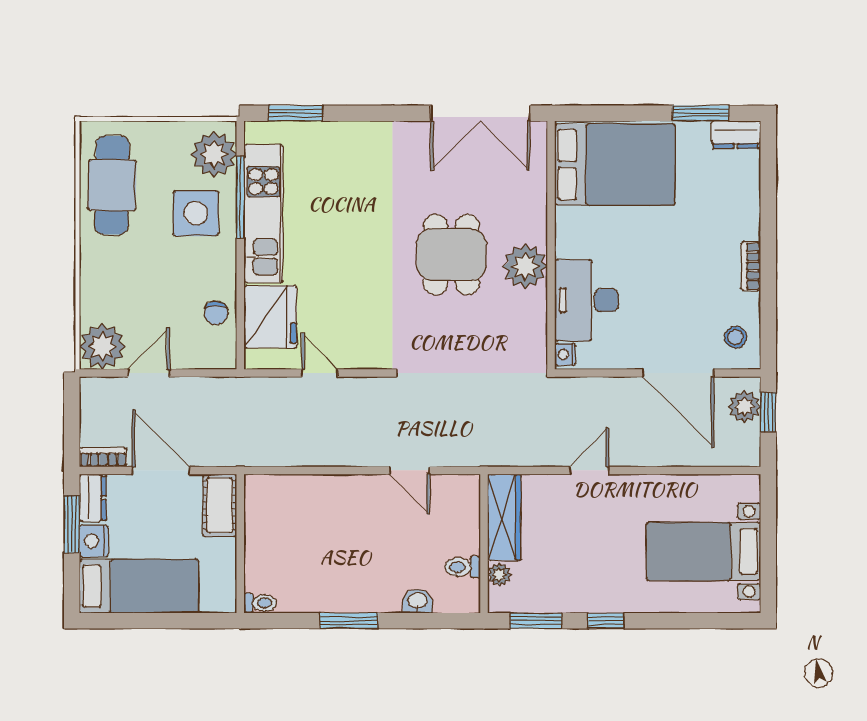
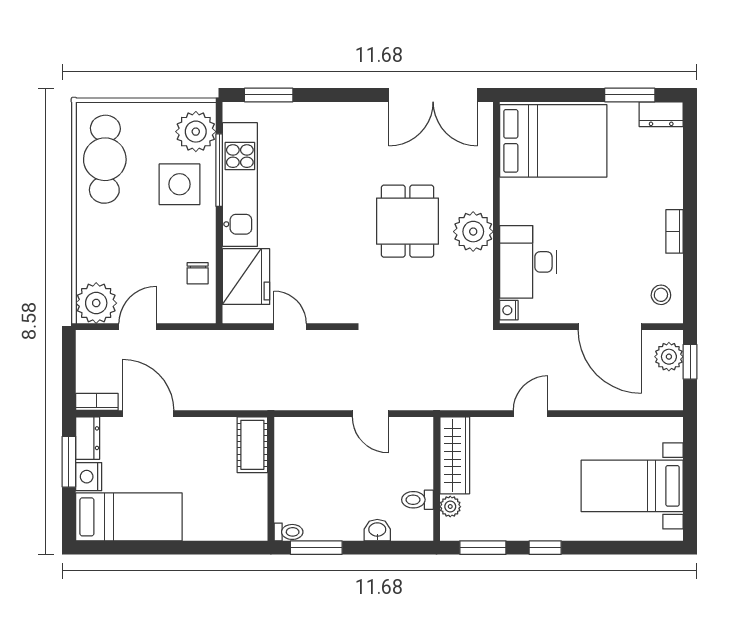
cot: (220, 505) -> (252, 445), moved
wall: (240, 544) -> (271, 479), moved
toilet: (260, 603) -> (289, 532), moved

